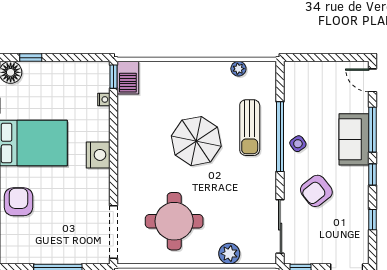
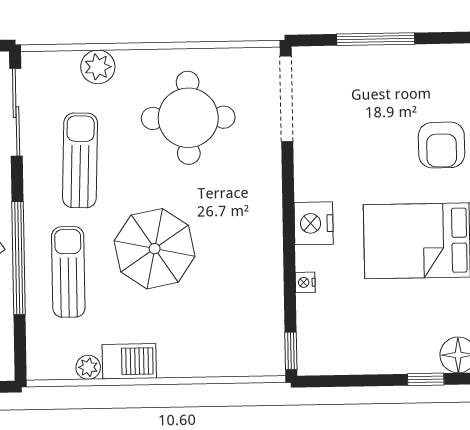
barbecue: (128, 78) -> (129, 361), moved, turned 90
nightstand: (104, 99) -> (305, 282), moved
sun lounger: (241, 196) -> (80, 160), added

